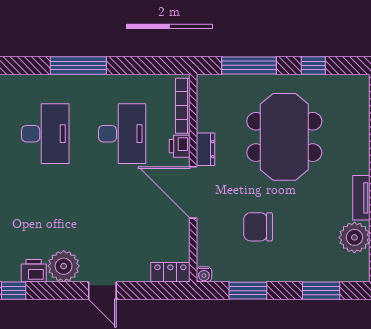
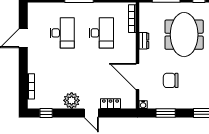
printer: (180, 146) -> (131, 39), removed
door: (193, 192) -> (138, 77), moved
printer: (34, 271) -> (56, 103), removed
locker: (170, 272) -> (111, 104), moved

